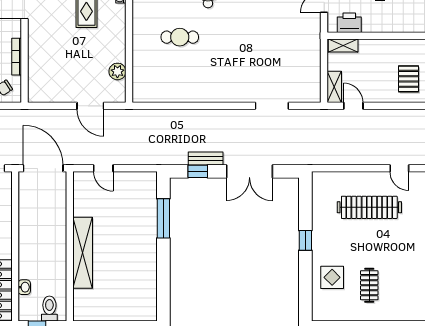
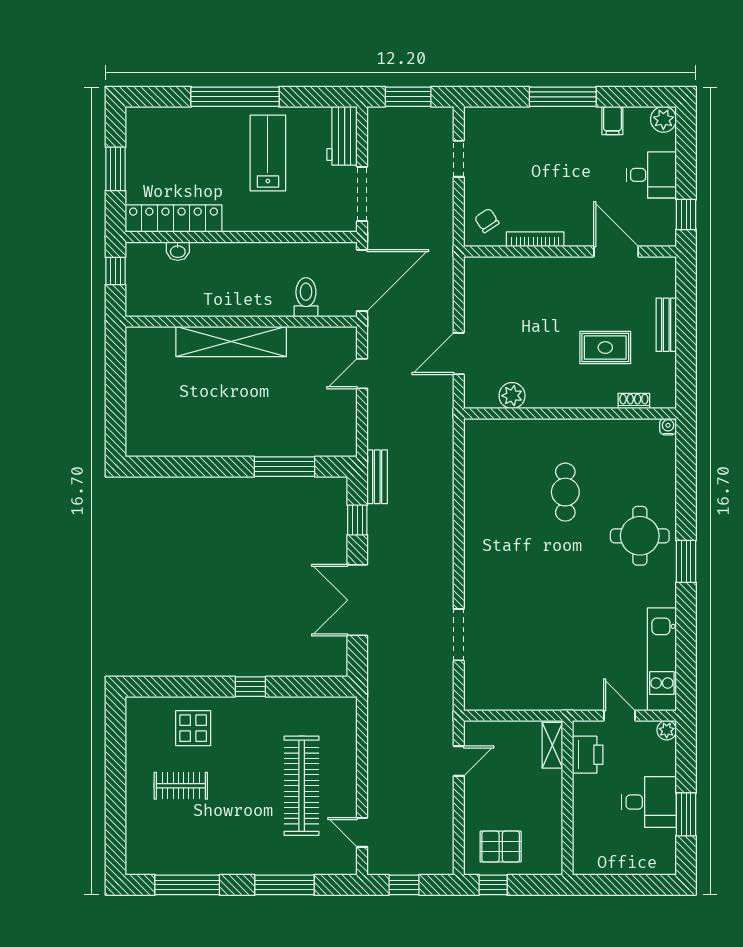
shelving: (334, 87) -> (488, 732), removed
bench: (206, 159) -> (377, 477), moved
door: (399, 168) -> (362, 832), hinge flipped
toilet: (49, 309) -> (306, 297), moved, turned -90

